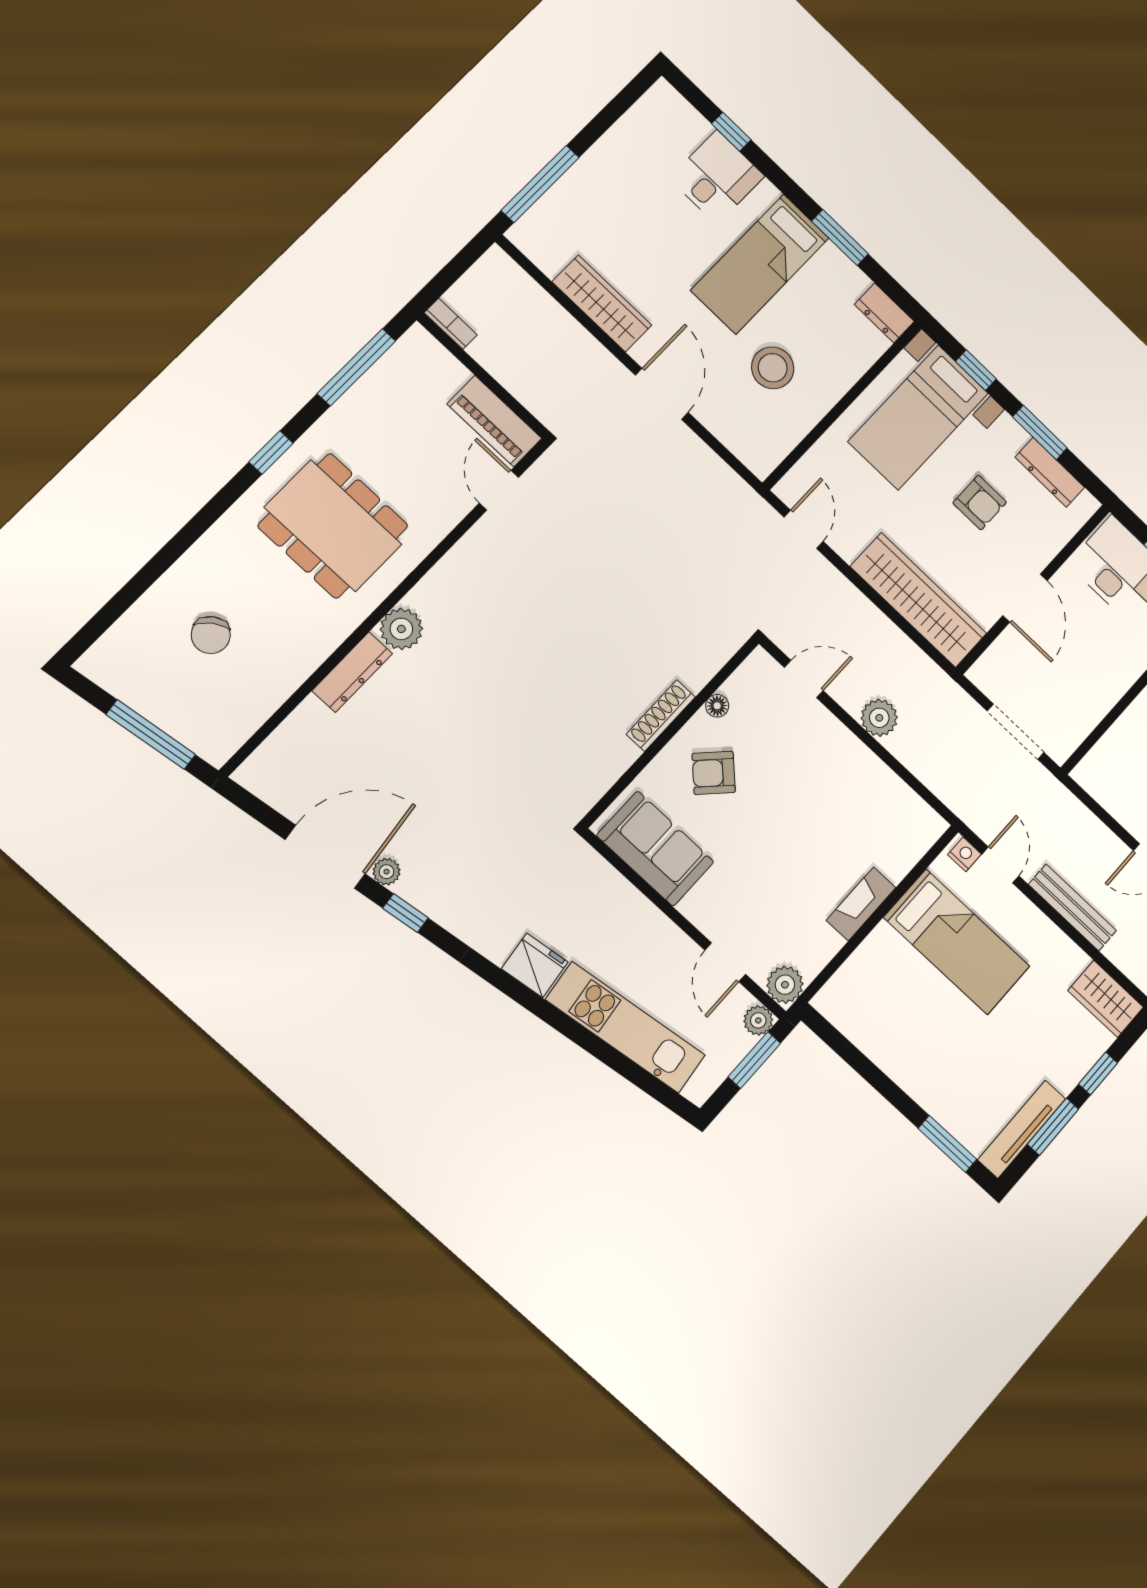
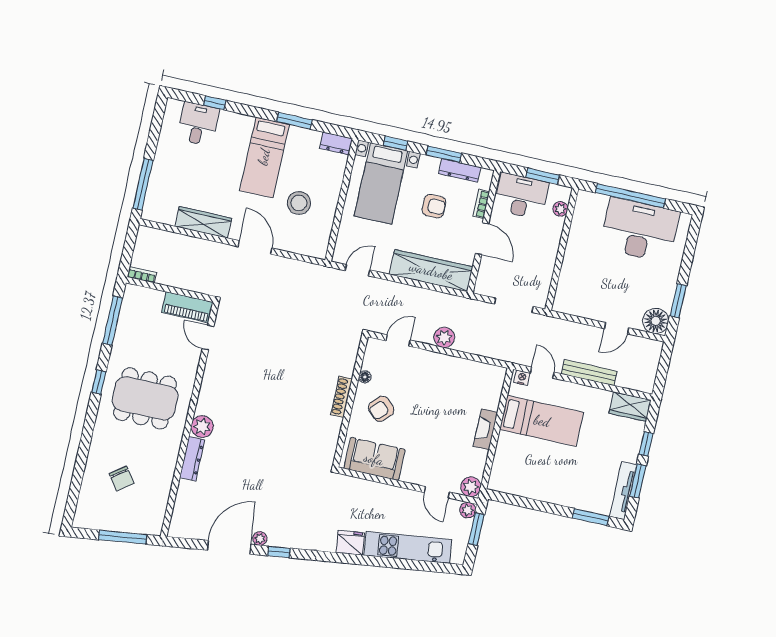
desk: (717, 177) -> (198, 124), moved
door: (804, 529) -> (357, 270), hinge flipped
bookcase: (1054, 544) -> (481, 204), added

